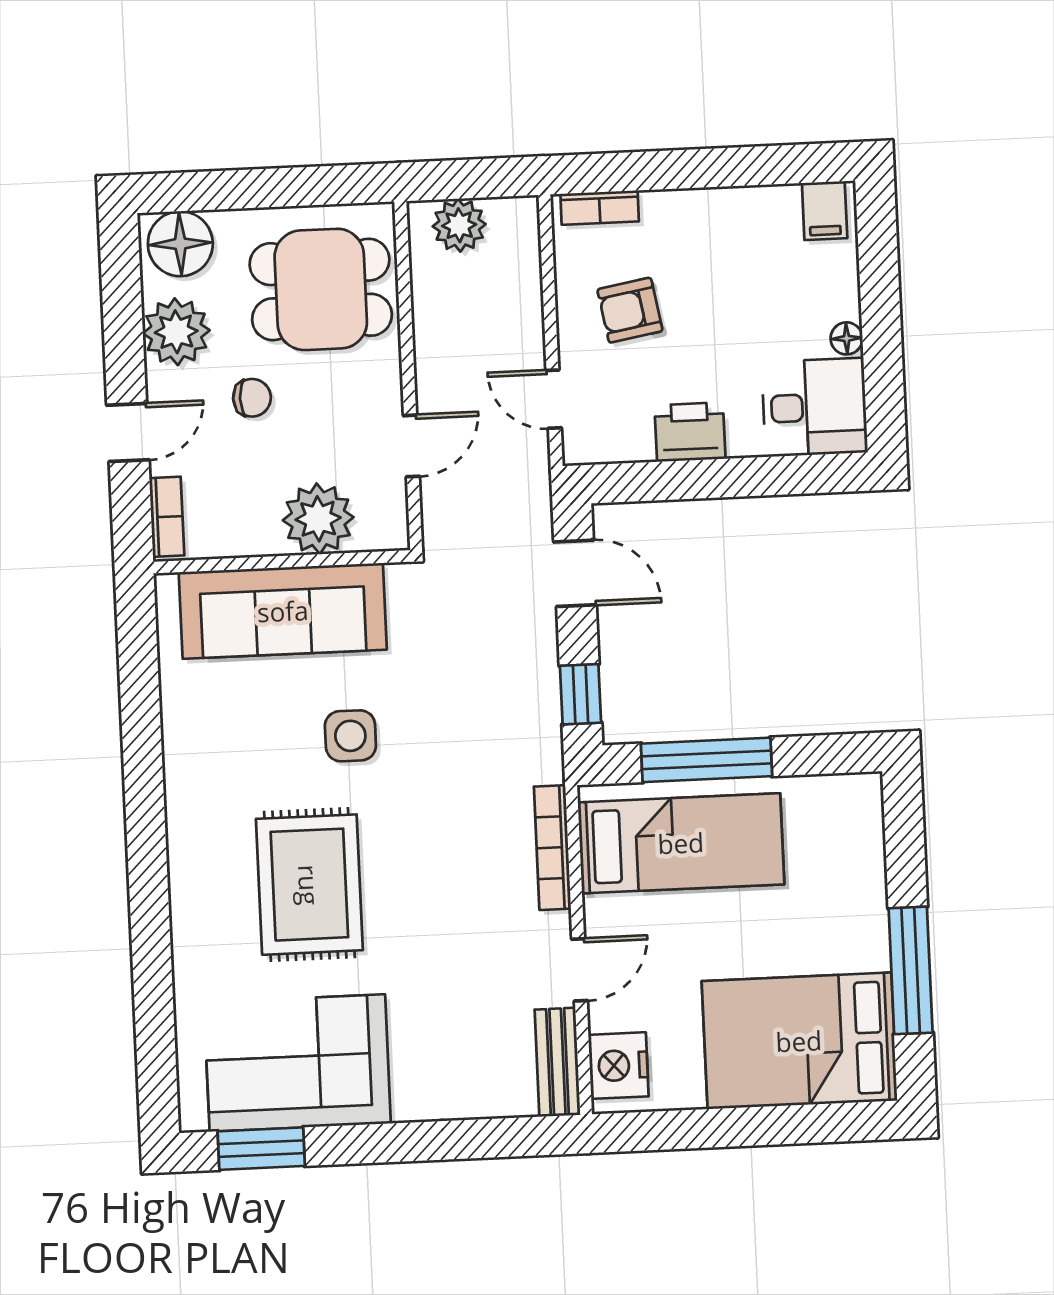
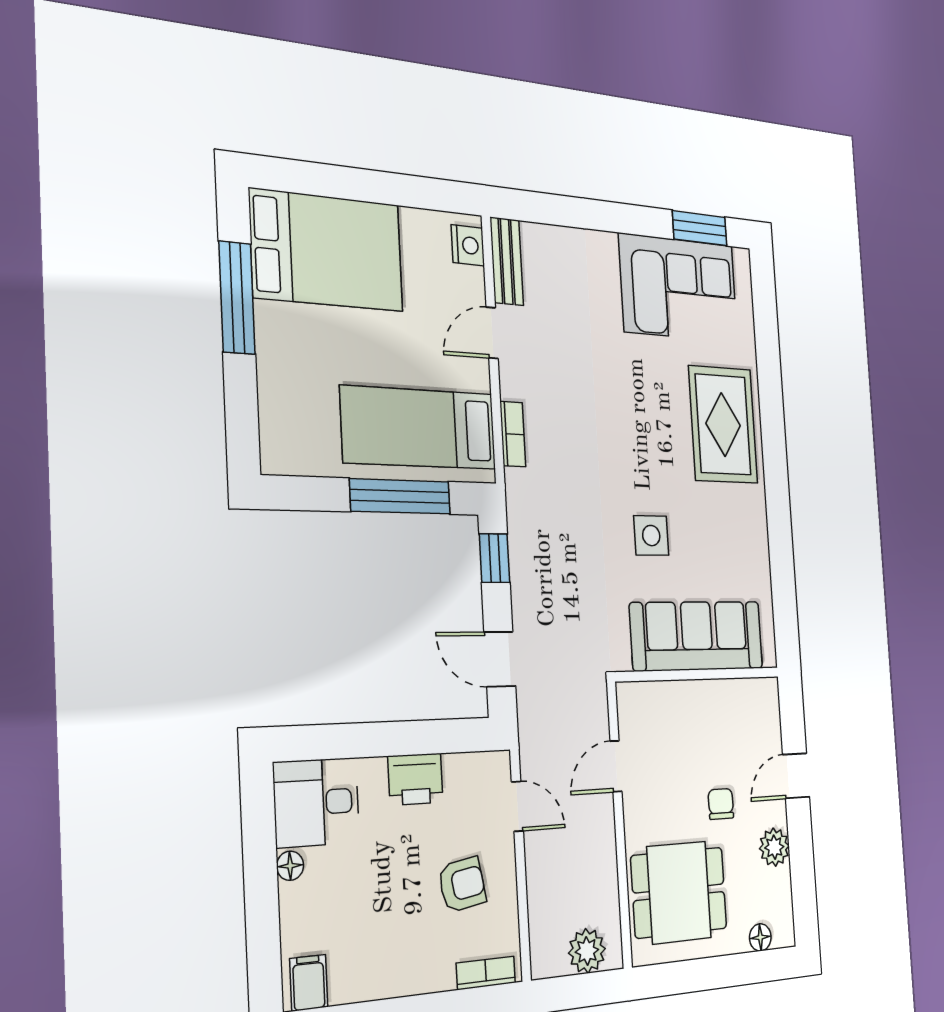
floor lamp: (180, 244) -> (760, 937), width x0.53, depth x0.53
plant: (176, 332) -> (774, 847), width x0.73, depth x0.73
chair: (252, 398) -> (721, 804), turned 90
bookcase: (167, 517) -> (771, 711), removed
plant: (318, 519) -> (676, 708), removed
bookcase: (552, 848) -> (513, 434), width x0.64
rug: (309, 885) -> (723, 425), moved
nightstand: (618, 1066) -> (468, 245), width x0.74, depth x0.75

